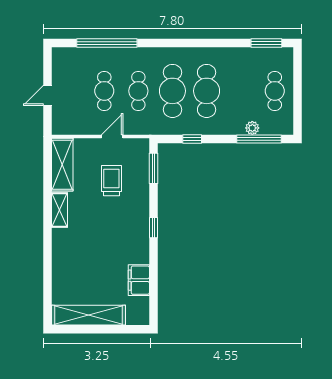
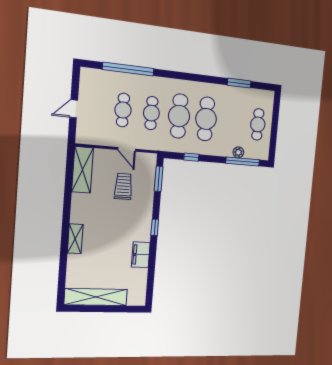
window: (266, 43) -> (239, 83), moved
door: (112, 136) -> (127, 149), swing flipped
shelving: (60, 210) -> (75, 239), moved
filing cabinet: (139, 280) -> (141, 255), moved

